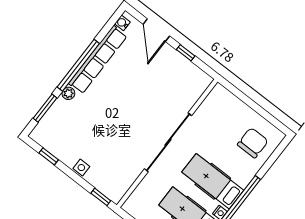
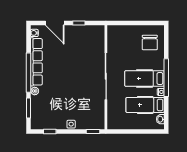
chair: (253, 143) -> (150, 43), turned 180

